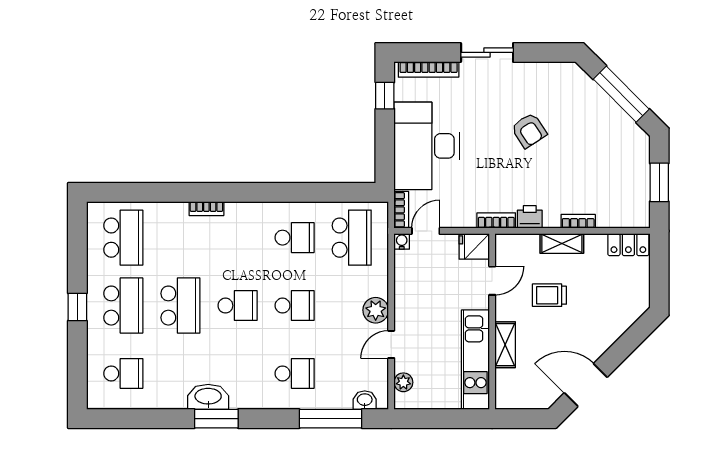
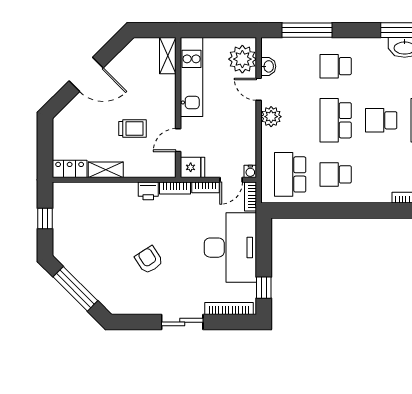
window: (659, 182) -> (45, 218), width x0.67
bookcase: (578, 221) -> (205, 187), moved
shelving: (562, 244) -> (106, 170), moved
school desk: (295, 306) -> (336, 120), width x1.85
door: (391, 344) -> (259, 89), swing flipped
shelving: (505, 345) -> (168, 56), moved
plant: (403, 382) -> (242, 59), width x1.88, depth x1.88
door: (586, 385) -> (86, 74), moved
washbasin: (365, 400) -> (268, 66), moved, turned -90

